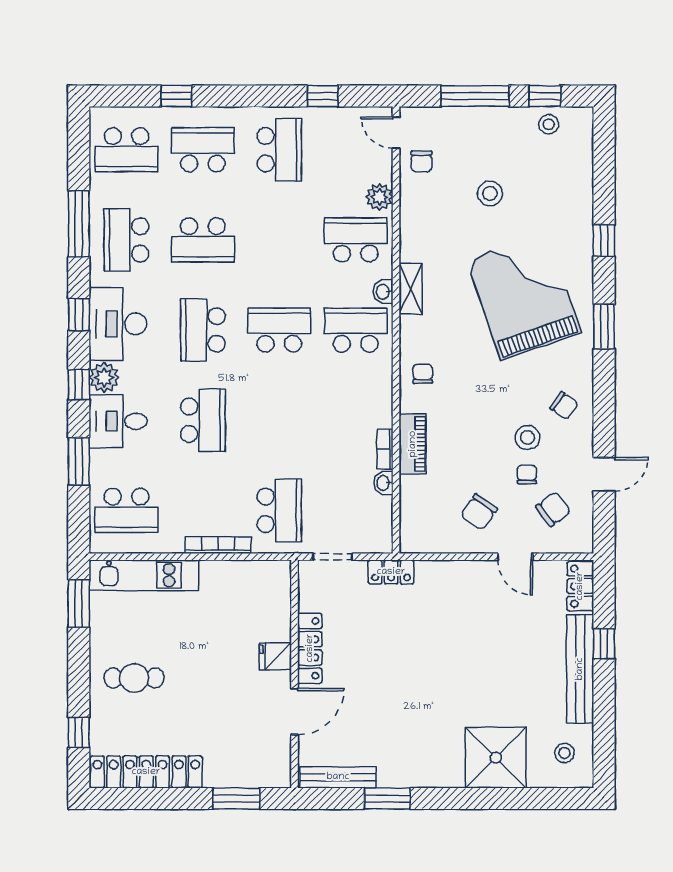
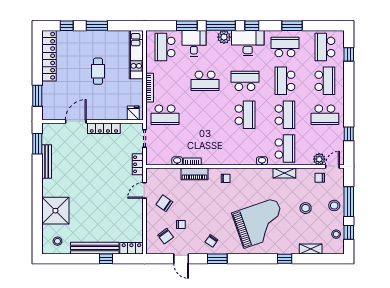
window: (176, 96) -> (349, 54), moved
shelving: (582, 182) -> (311, 249), added
plant: (380, 197) -> (319, 159), moved
window: (79, 224) -> (292, 26), width x0.69
shelving: (411, 289) -> (284, 173), moved
window: (604, 326) -> (217, 259), moved
school desk: (356, 330) -> (285, 115), moved
window: (79, 385) -> (221, 26), width x2.17
desk: (118, 421) -> (194, 43), moved
stool: (527, 438) -> (334, 206), moved
door: (515, 557) -> (144, 190), moved
window: (79, 603) -> (97, 26), moved
fridge: (275, 656) -> (133, 113), moved
cafe table: (134, 678) -> (98, 71), moved
door: (294, 712) -> (76, 121), swing flipped
bench: (338, 777) -> (47, 161), moved
window: (388, 799) -> (37, 144), moved

